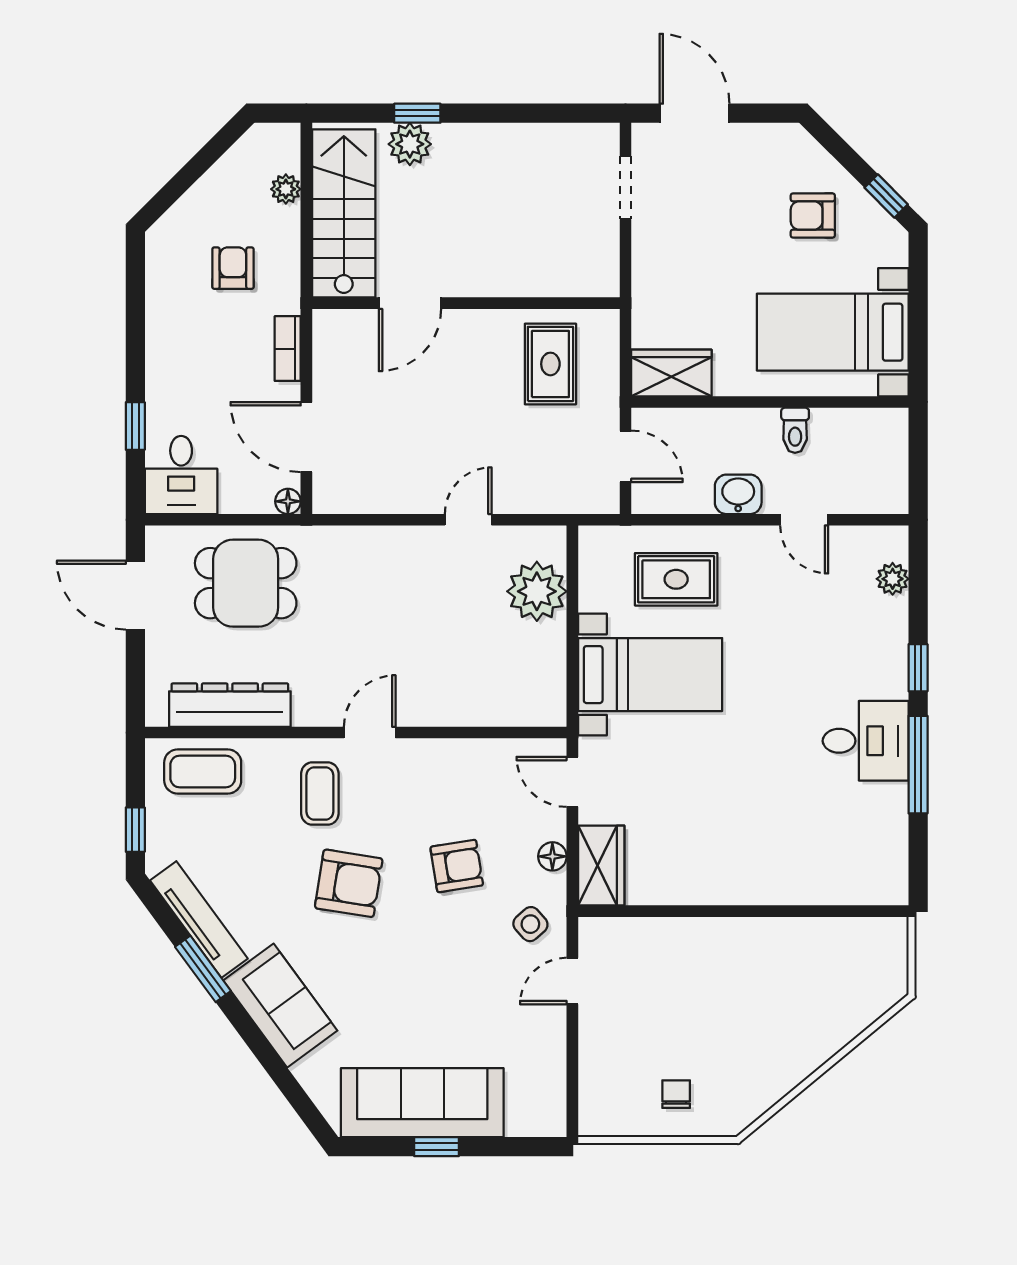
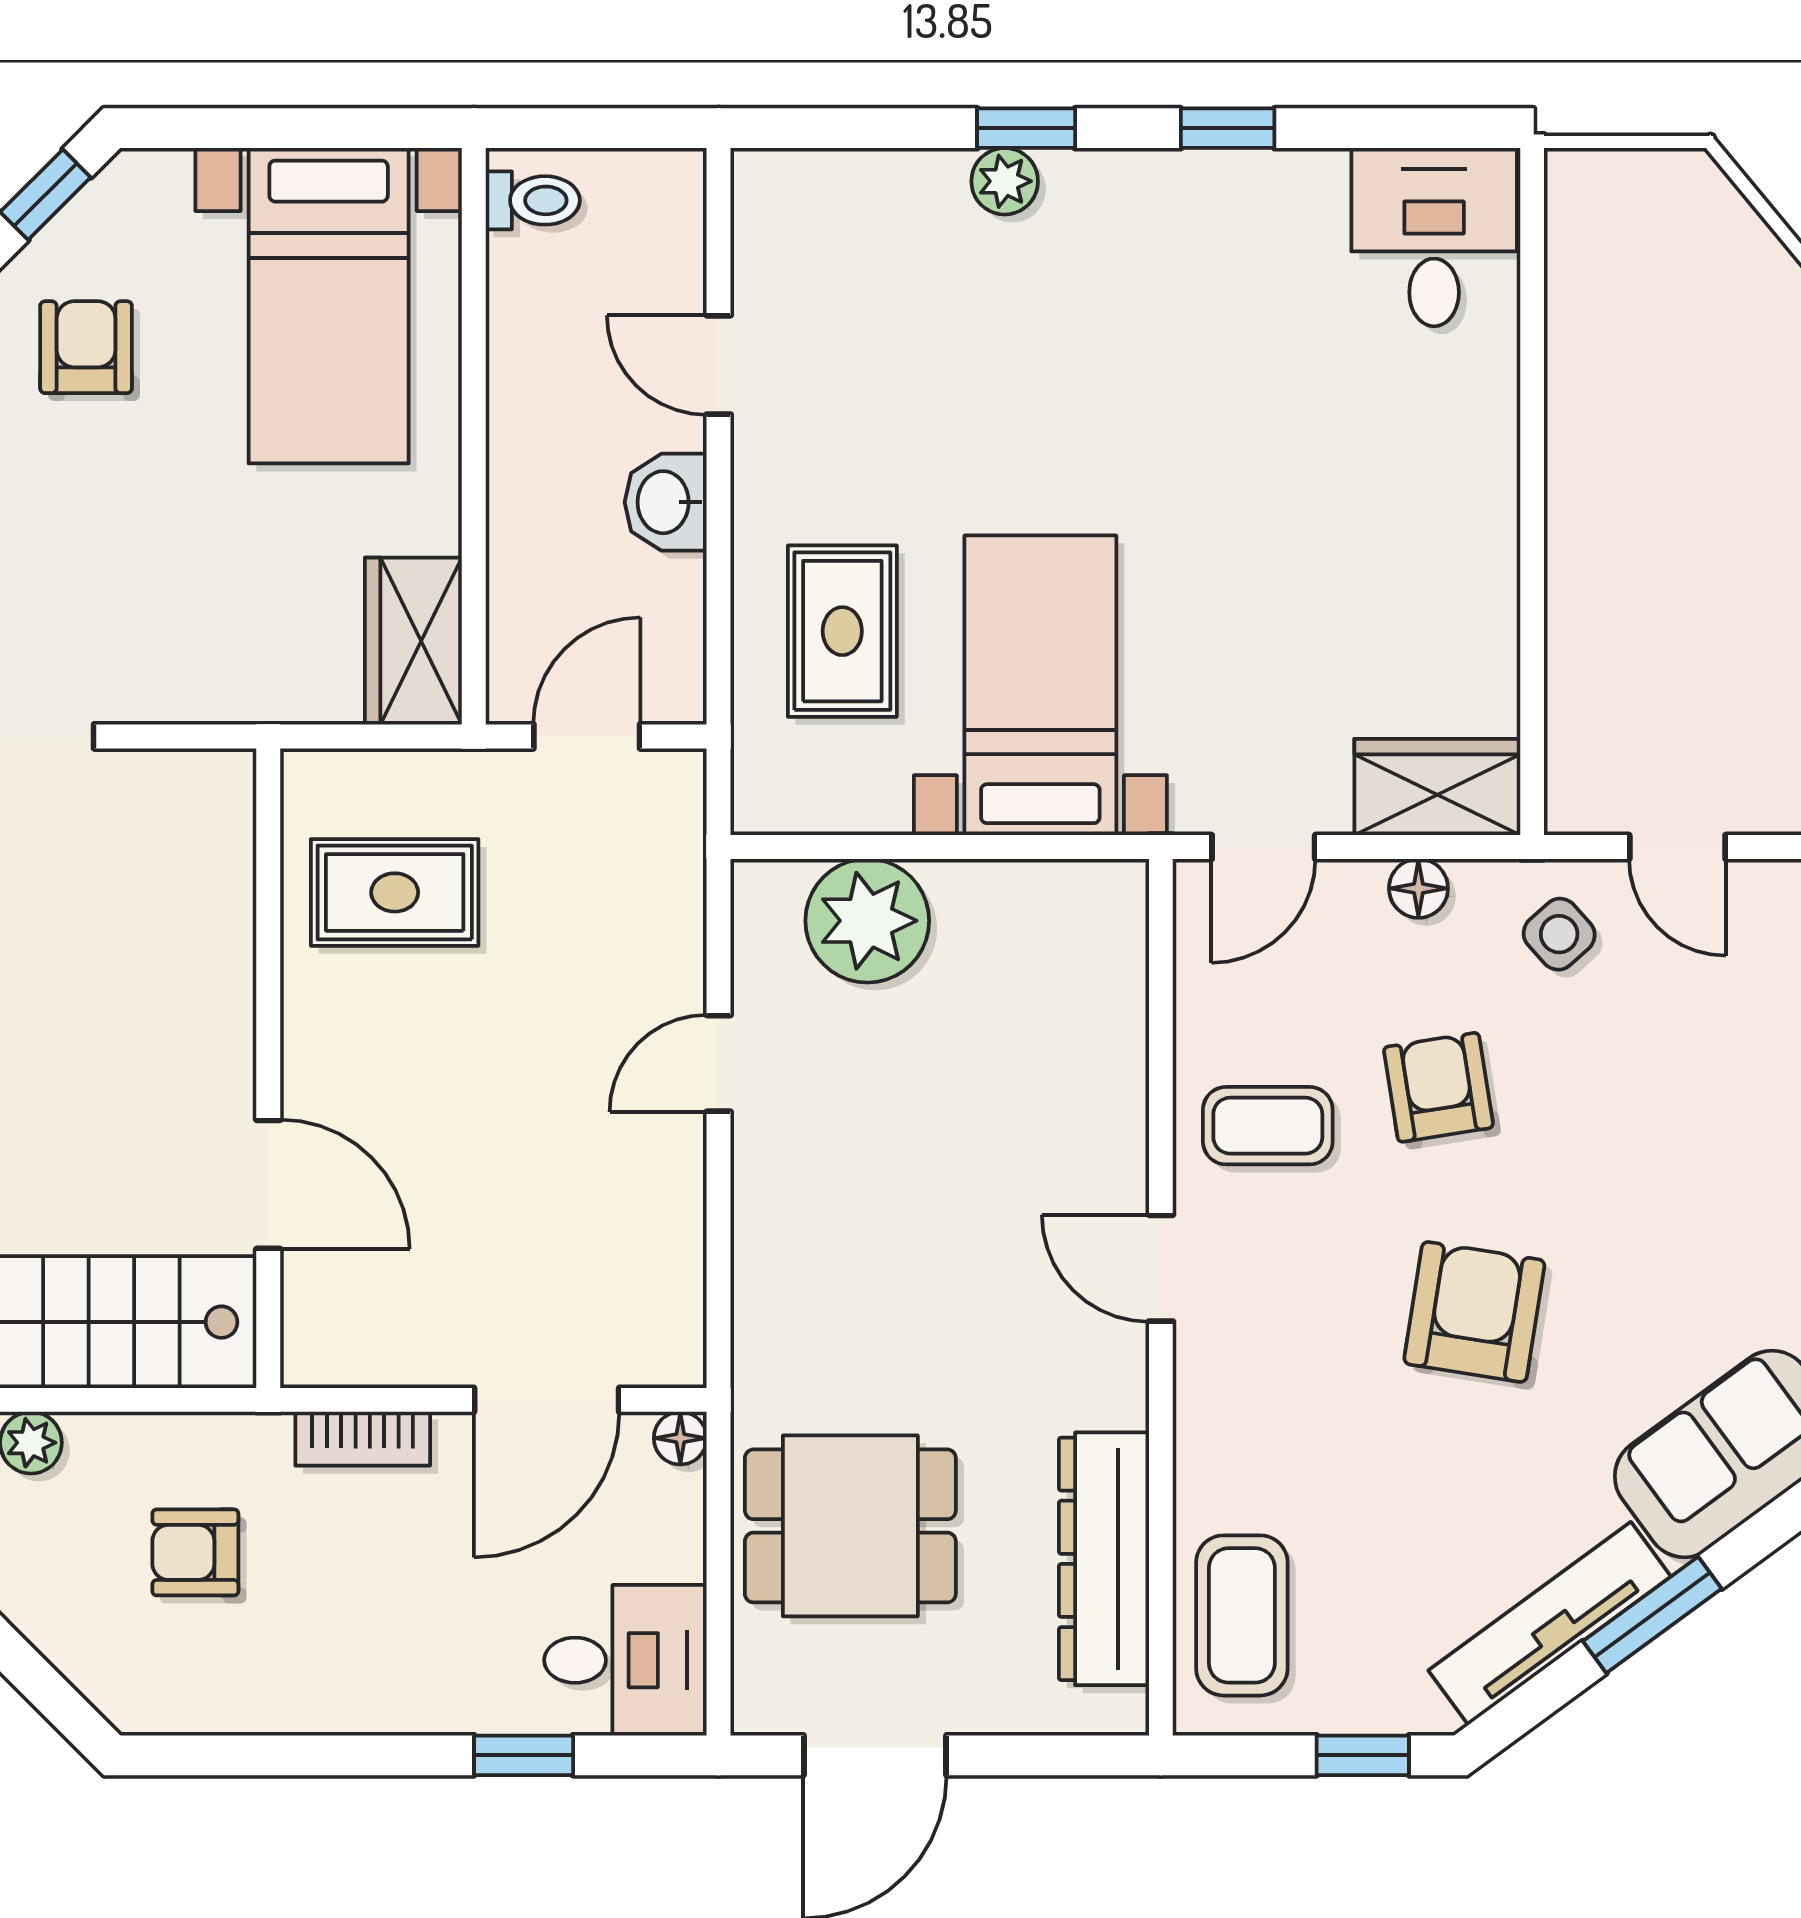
armchair: (813, 216) -> (86, 347), turned 180
toilet: (795, 430) -> (533, 200), moved
door: (468, 520) -> (719, 1063), hinge flipped
door: (804, 520) -> (719, 365), swing flipped
plant: (893, 579) -> (1005, 181), moved
dining table: (246, 583) -> (850, 1526), turned 90
desk: (866, 741) -> (1434, 237), moved
window: (918, 765) -> (1228, 128), width x0.46
coffee table: (320, 794) -> (1268, 1126), moved

